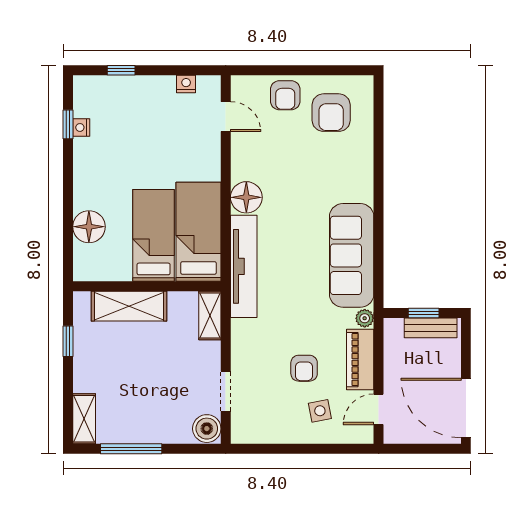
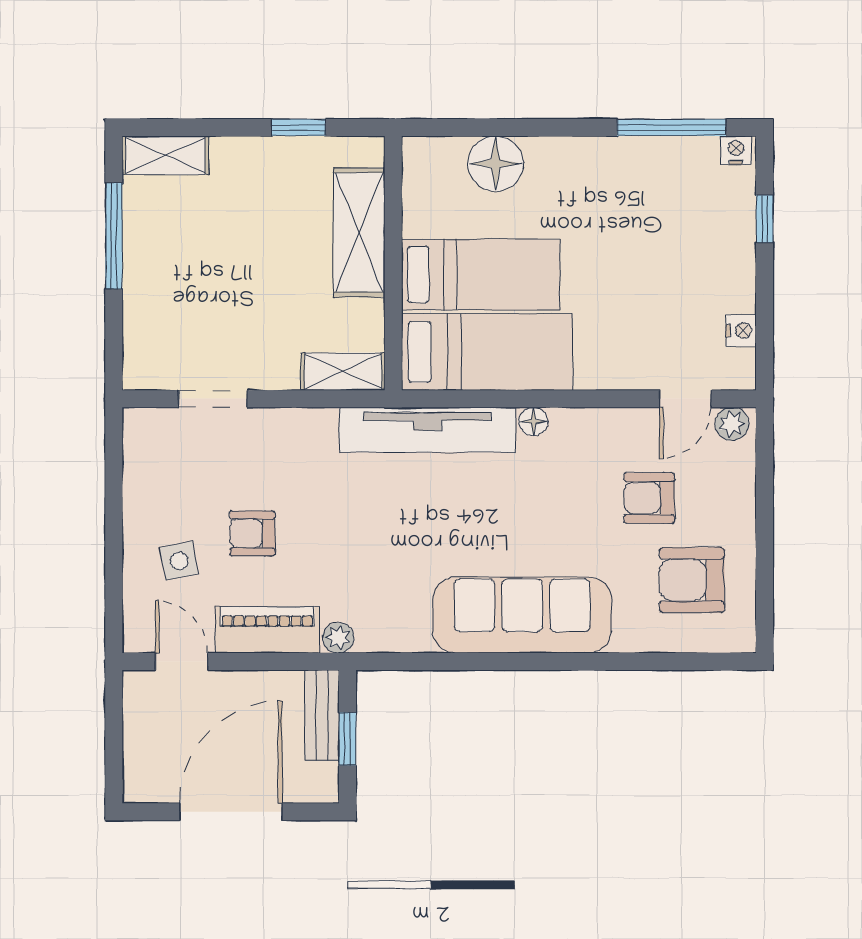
plant: (240, 89) -> (732, 424), added
armchair: (285, 95) -> (649, 498), moved
window: (68, 124) -> (672, 128), width x2.17
nightstand: (81, 127) -> (736, 150), moved
floor lamp: (246, 197) -> (533, 421), width x0.53, depth x0.53
sofa: (352, 255) -> (522, 615), moved
bench: (431, 328) -> (322, 715), moved
door: (466, 408) -> (231, 812), moved
boiler: (207, 429) -> (149, 366), removed

